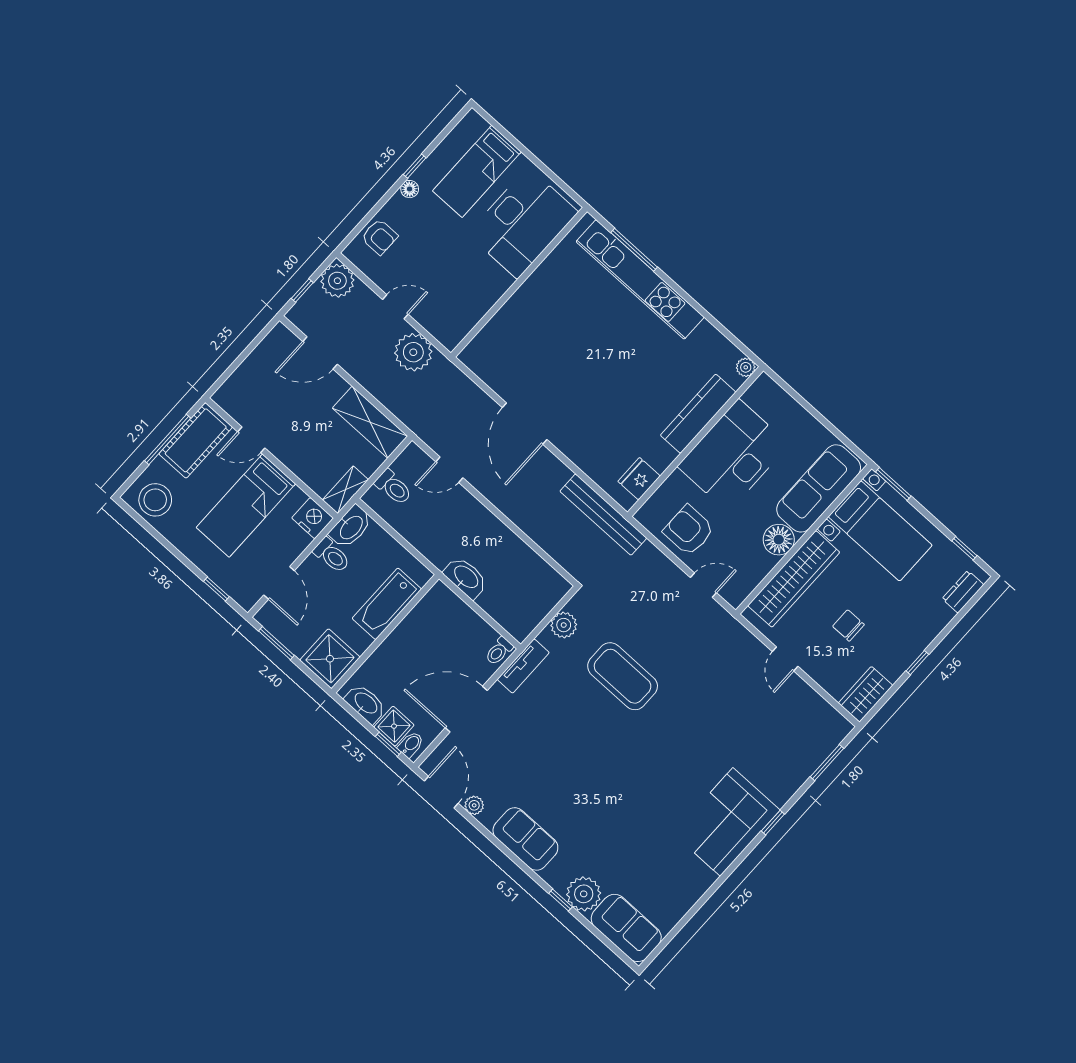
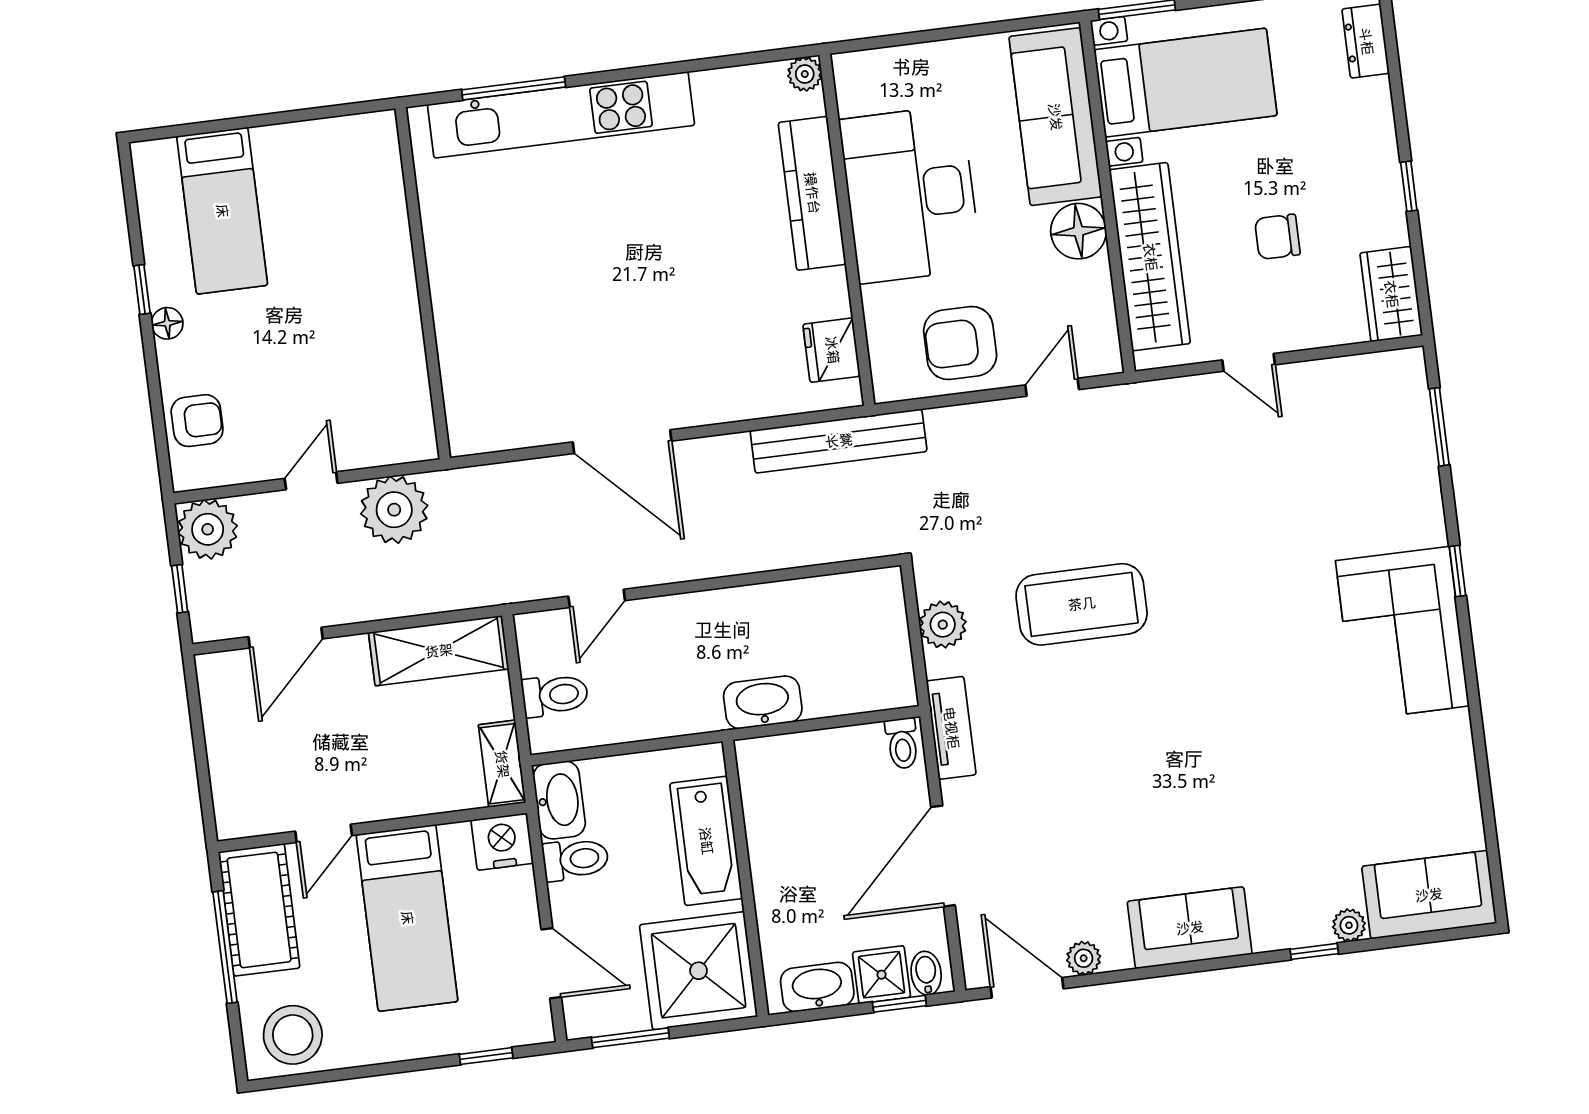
desk: (523, 223) -> (346, 209), removed
shower: (330, 659) -> (699, 971), width x1.37, depth x1.37
plant: (584, 894) -> (1349, 925), width x0.53, depth x0.53

